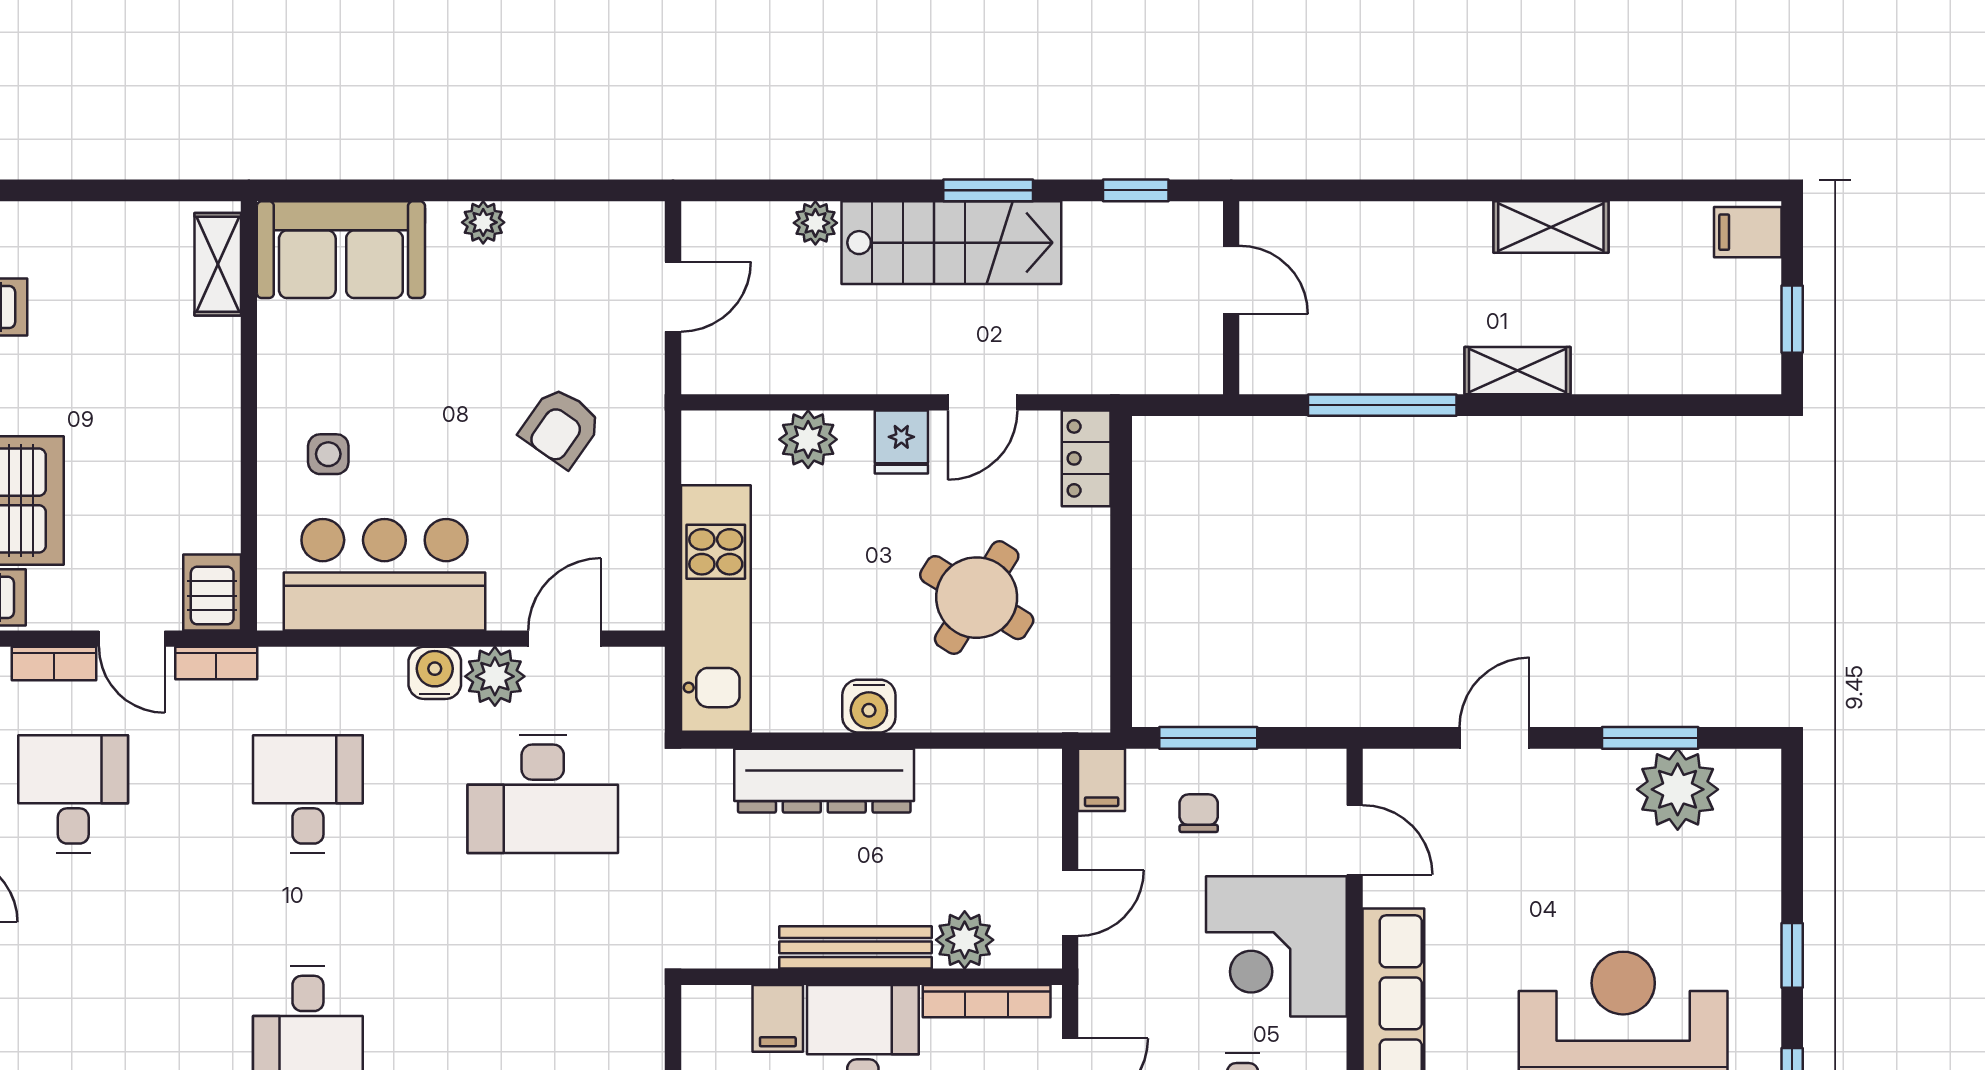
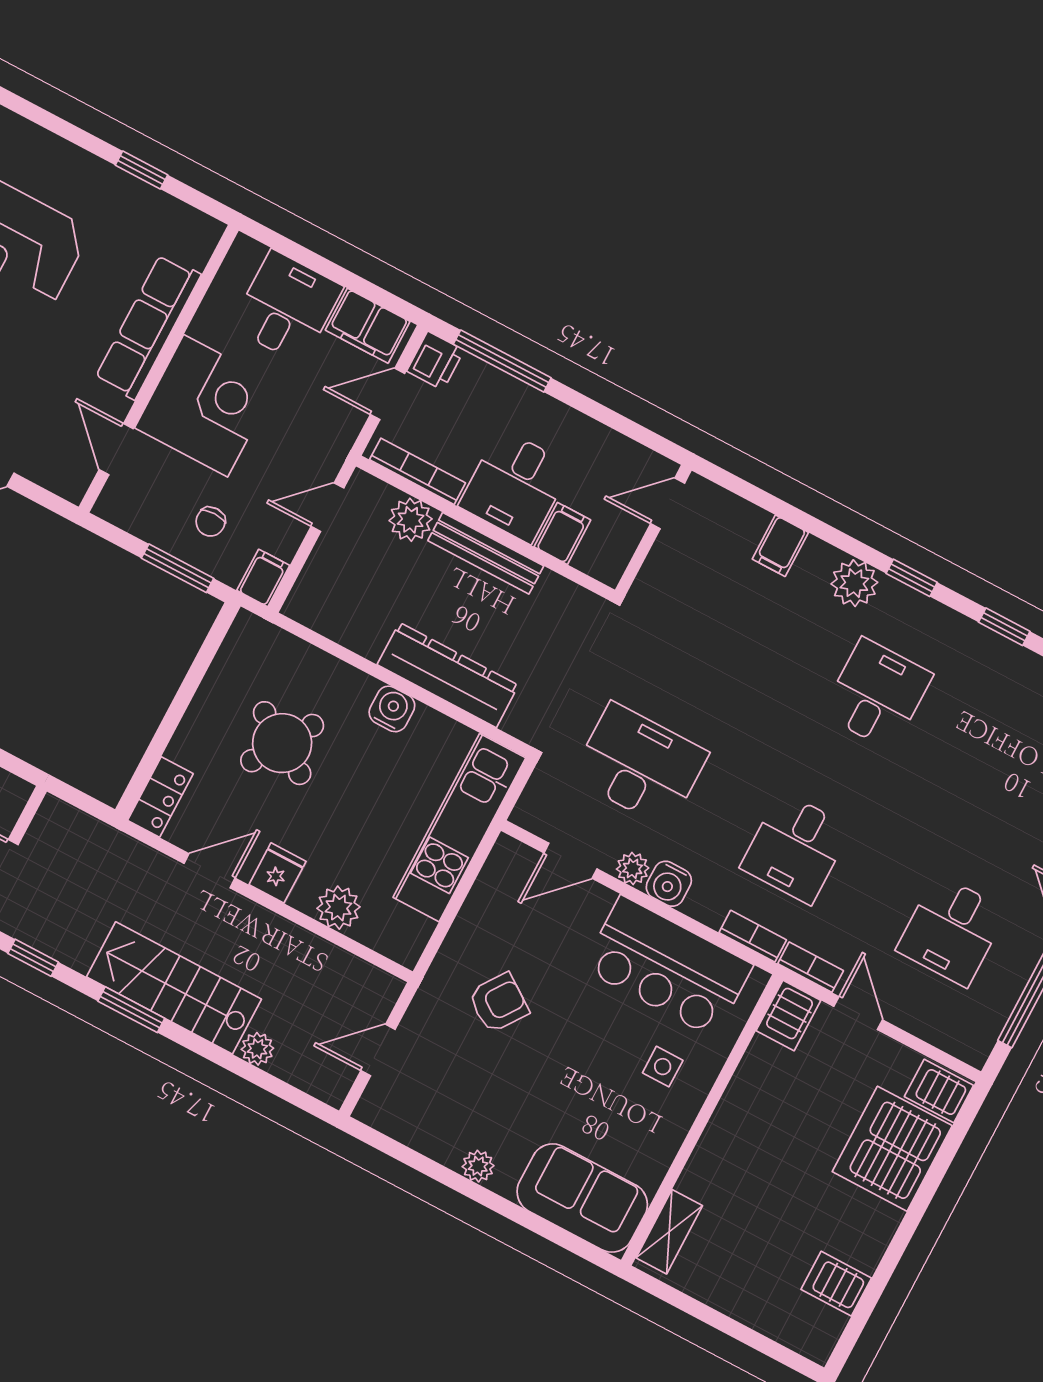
bookcase: (54, 663) -> (753, 936), moved
plant: (495, 676) -> (633, 869), width x0.73, depth x0.73

